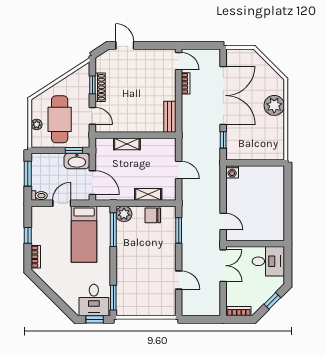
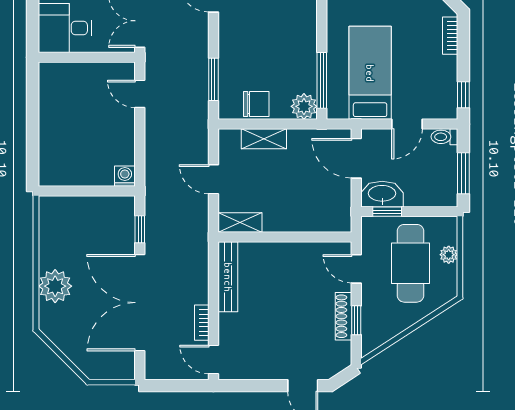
bench: (170, 117) -> (228, 277), width x1.36
shelving: (127, 144) -> (240, 223), moved
window: (28, 235) -> (463, 95), moved

